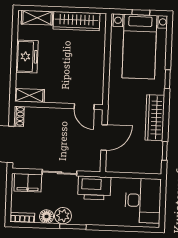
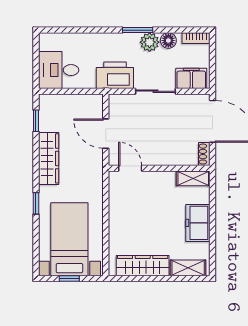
door: (104, 137) -> (106, 134), hinge flipped
desk: (143, 200) -> (59, 70), width x0.73

